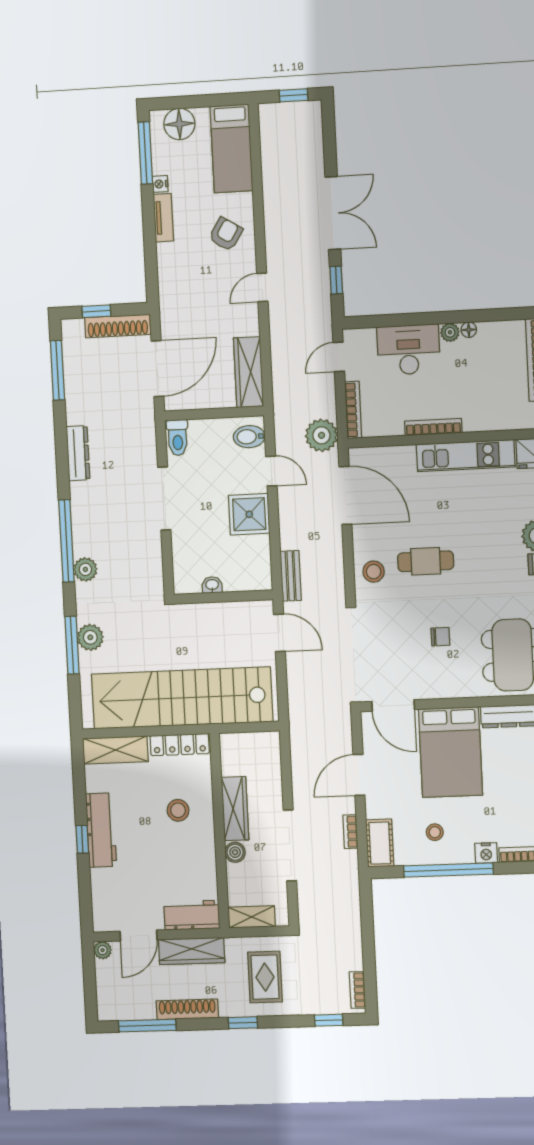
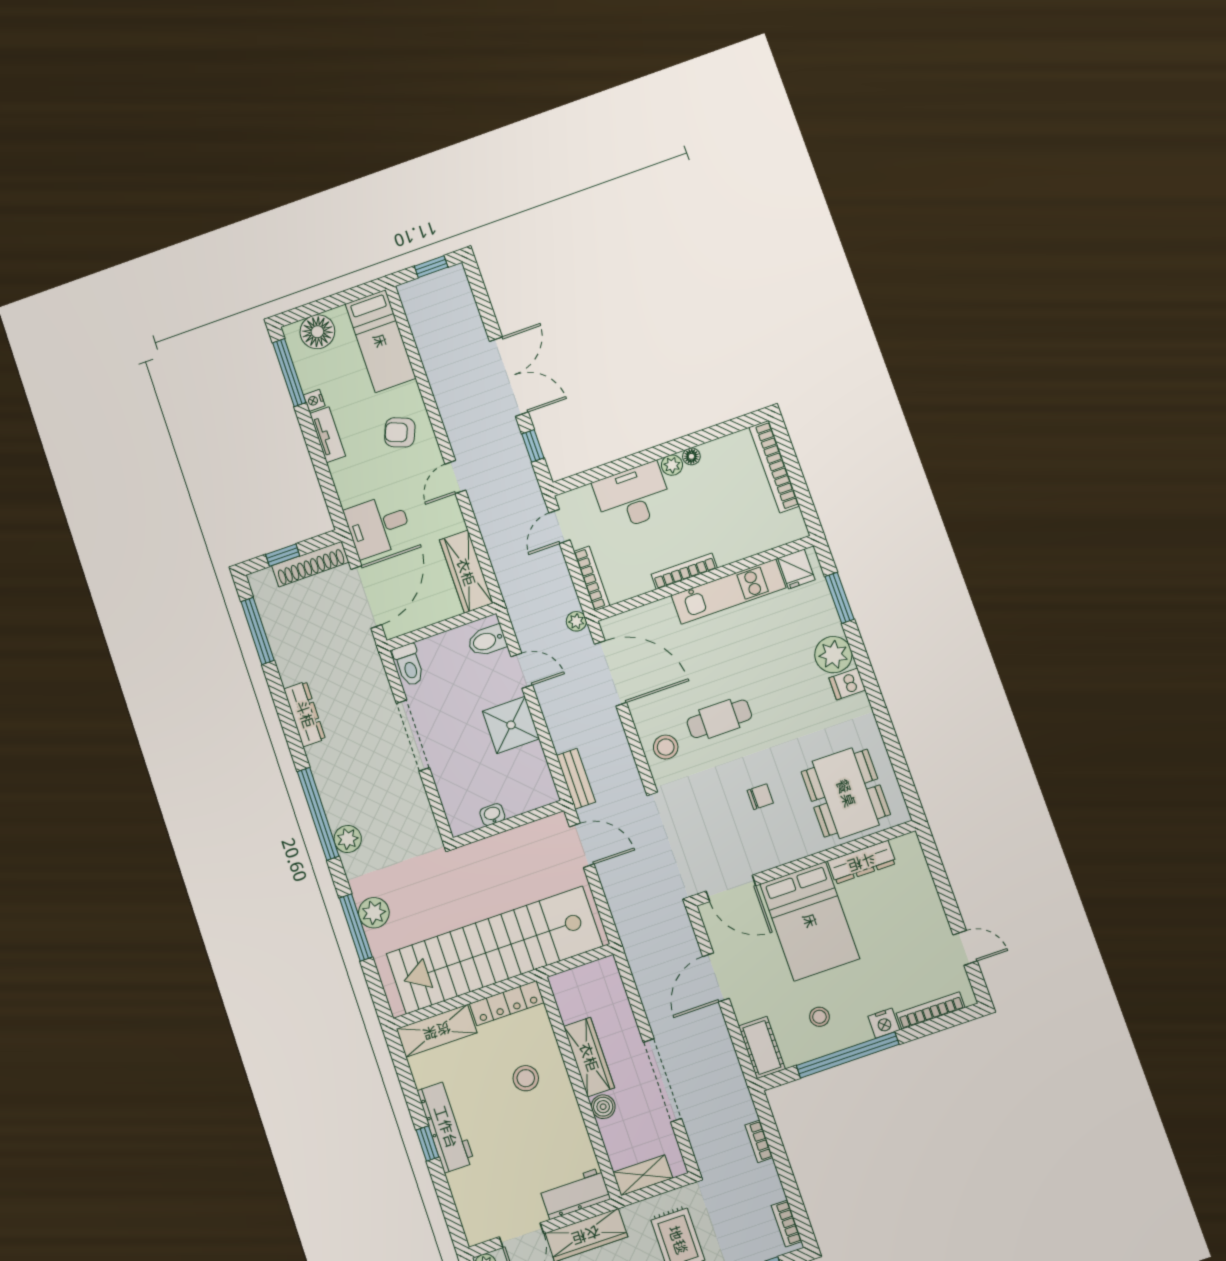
armchair: (226, 234) -> (400, 432), turned -100
desk: (185, 310) -> (378, 526), added
plant: (321, 435) -> (576, 621), width x0.53, depth x0.53
bookcase: (350, 832) -> (759, 1141), moved

